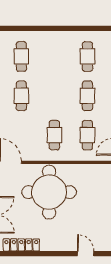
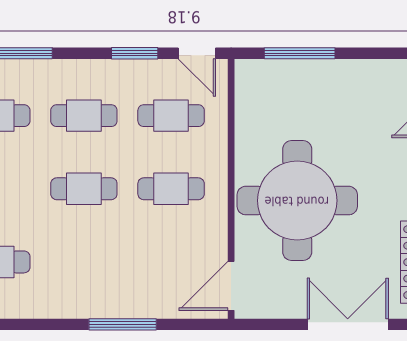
cafe table: (21, 96) -> (84, 189), moved

